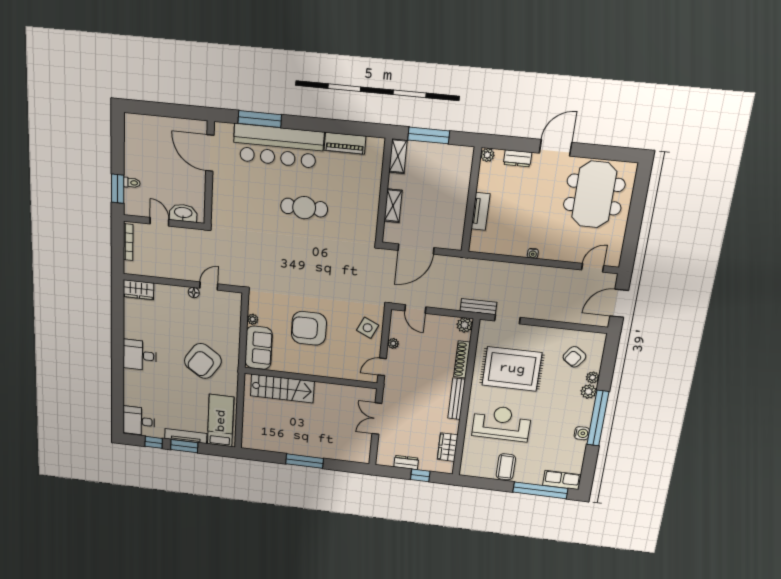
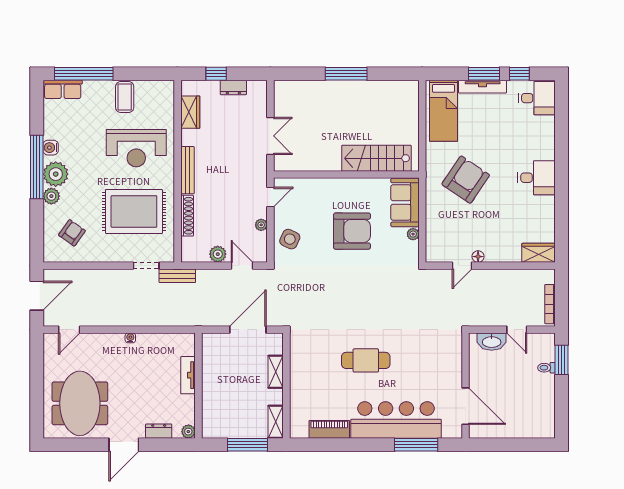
plant: (465, 325) -> (218, 254), moved
plant: (593, 377) -> (56, 174), moved, width x1.88, depth x1.88

